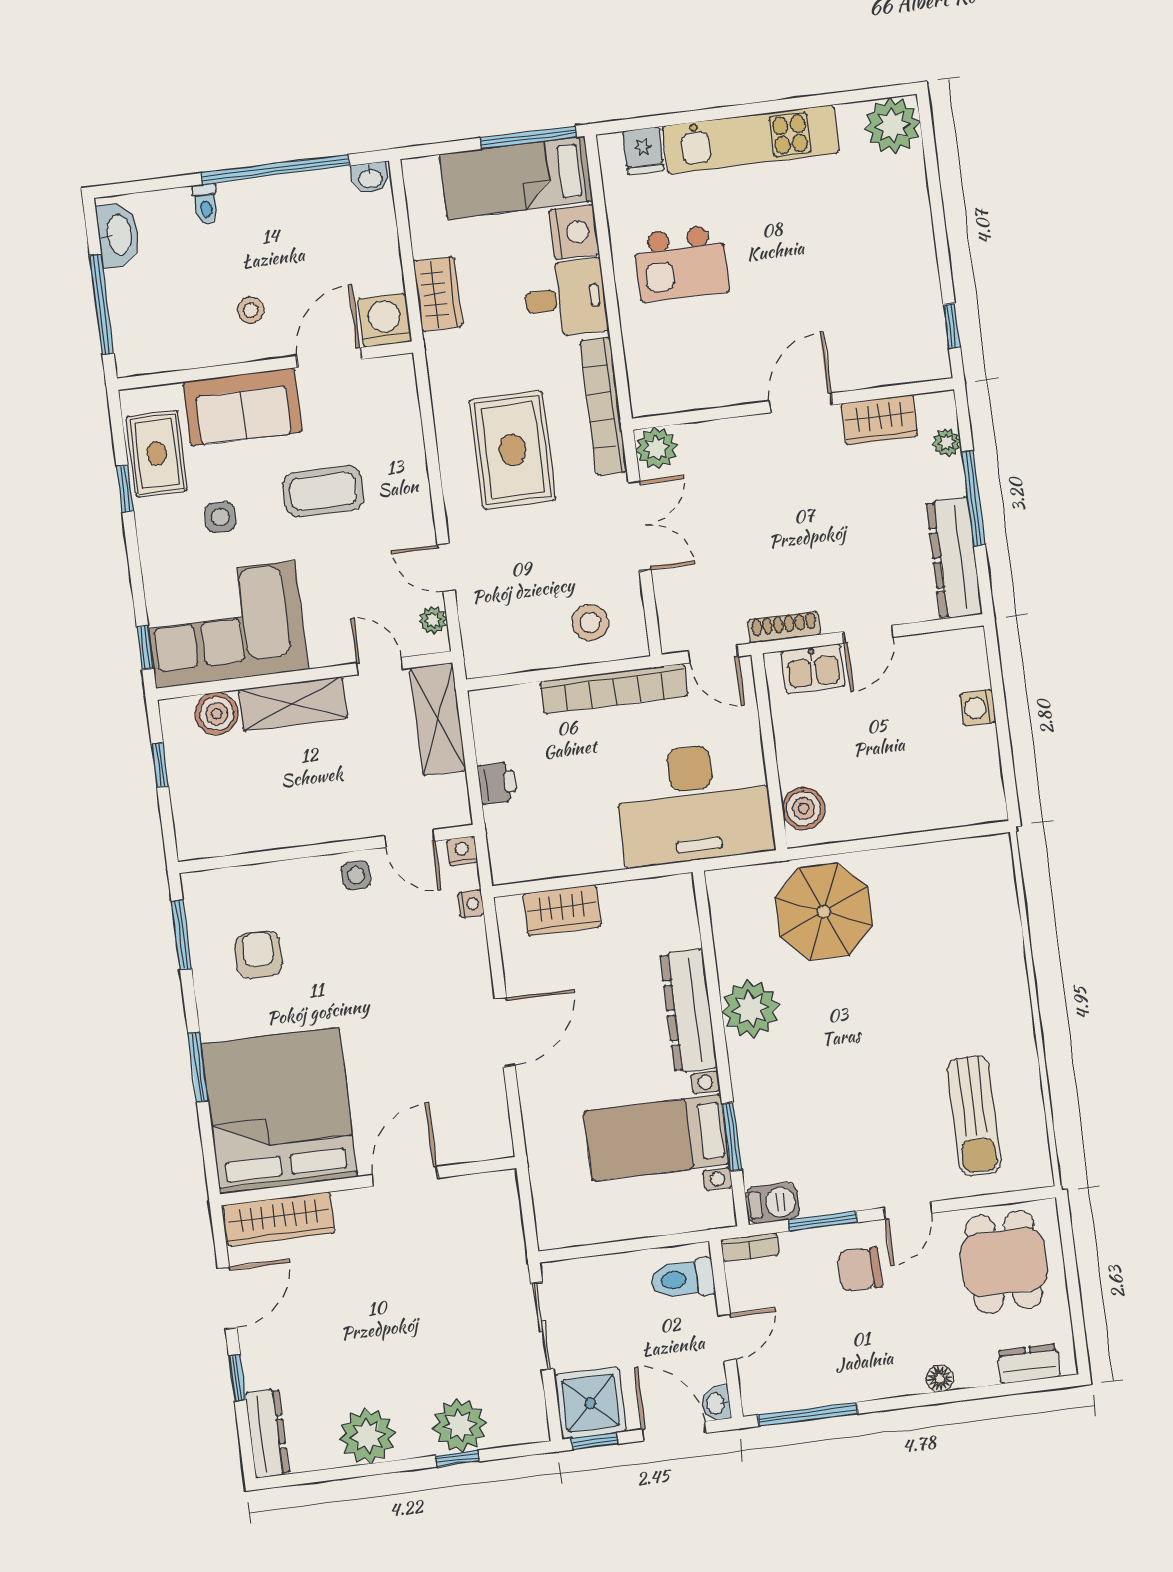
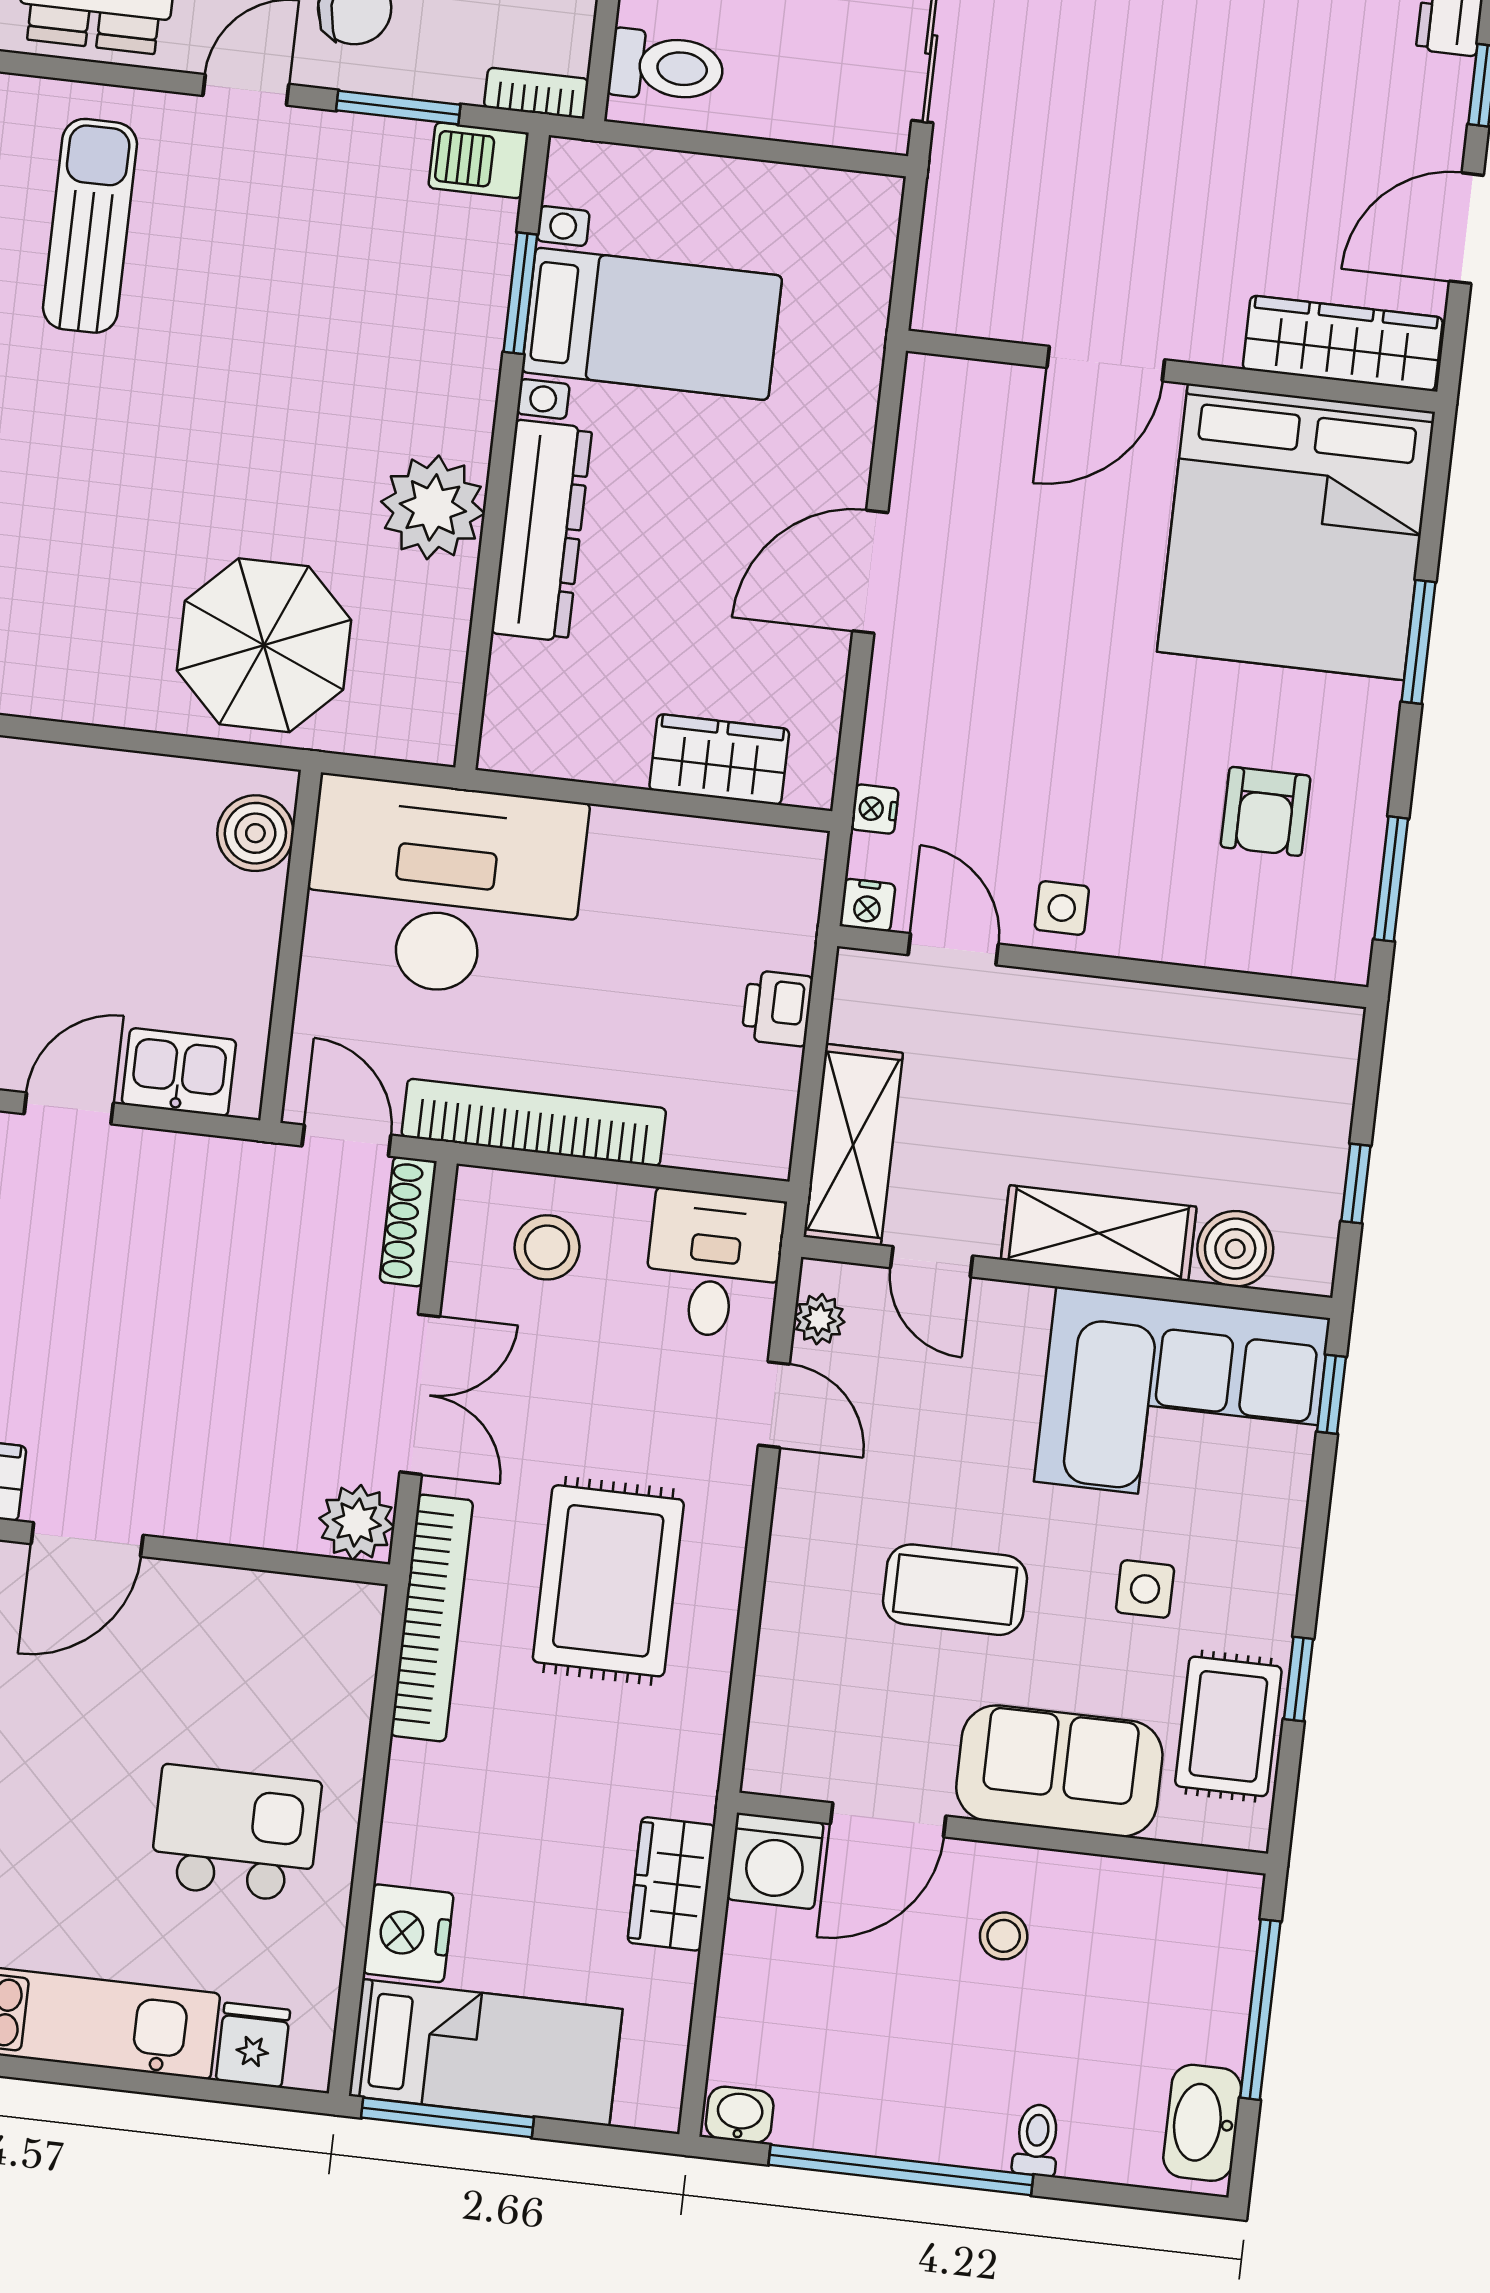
desk: (565, 299) -> (714, 1264), moved, turned 90
double door: (640, 526) -> (420, 1394), swing flipped
shoe rack: (784, 627) -> (408, 1222), moved, turned 90

